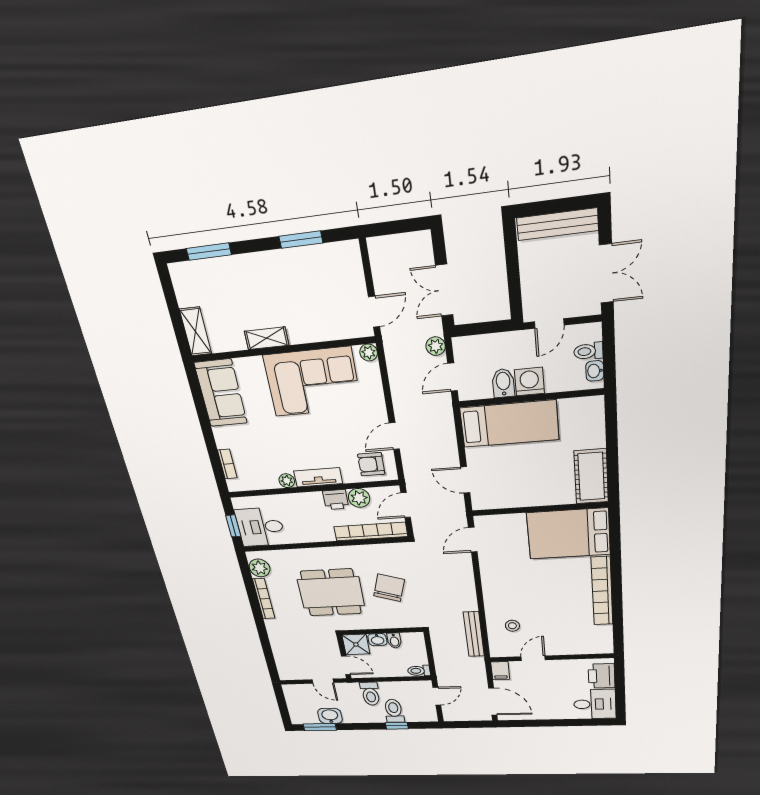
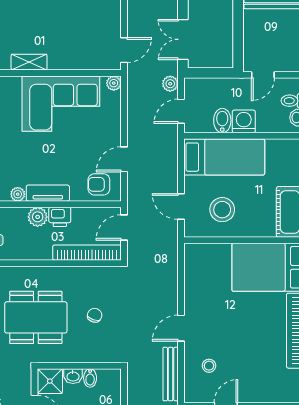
stool: (512, 480) -> (222, 210), added
plant: (359, 498) -> (38, 217), moved
door: (473, 540) -> (181, 328), moved
chair: (389, 588) -> (95, 315), width x0.54, depth x0.54

